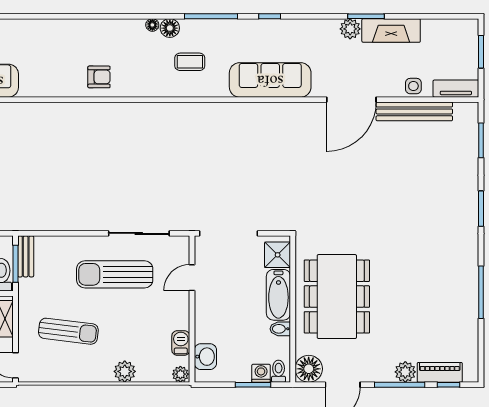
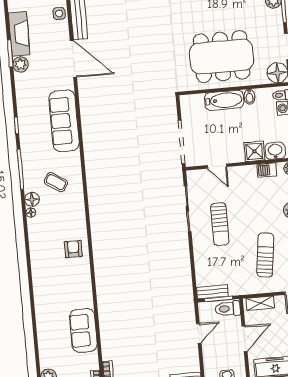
coffee table: (190, 62) -> (56, 182), turned -57
shower: (278, 255) -> (255, 151), moved
sun lounger: (115, 274) -> (220, 224), width x0.73, depth x0.75

